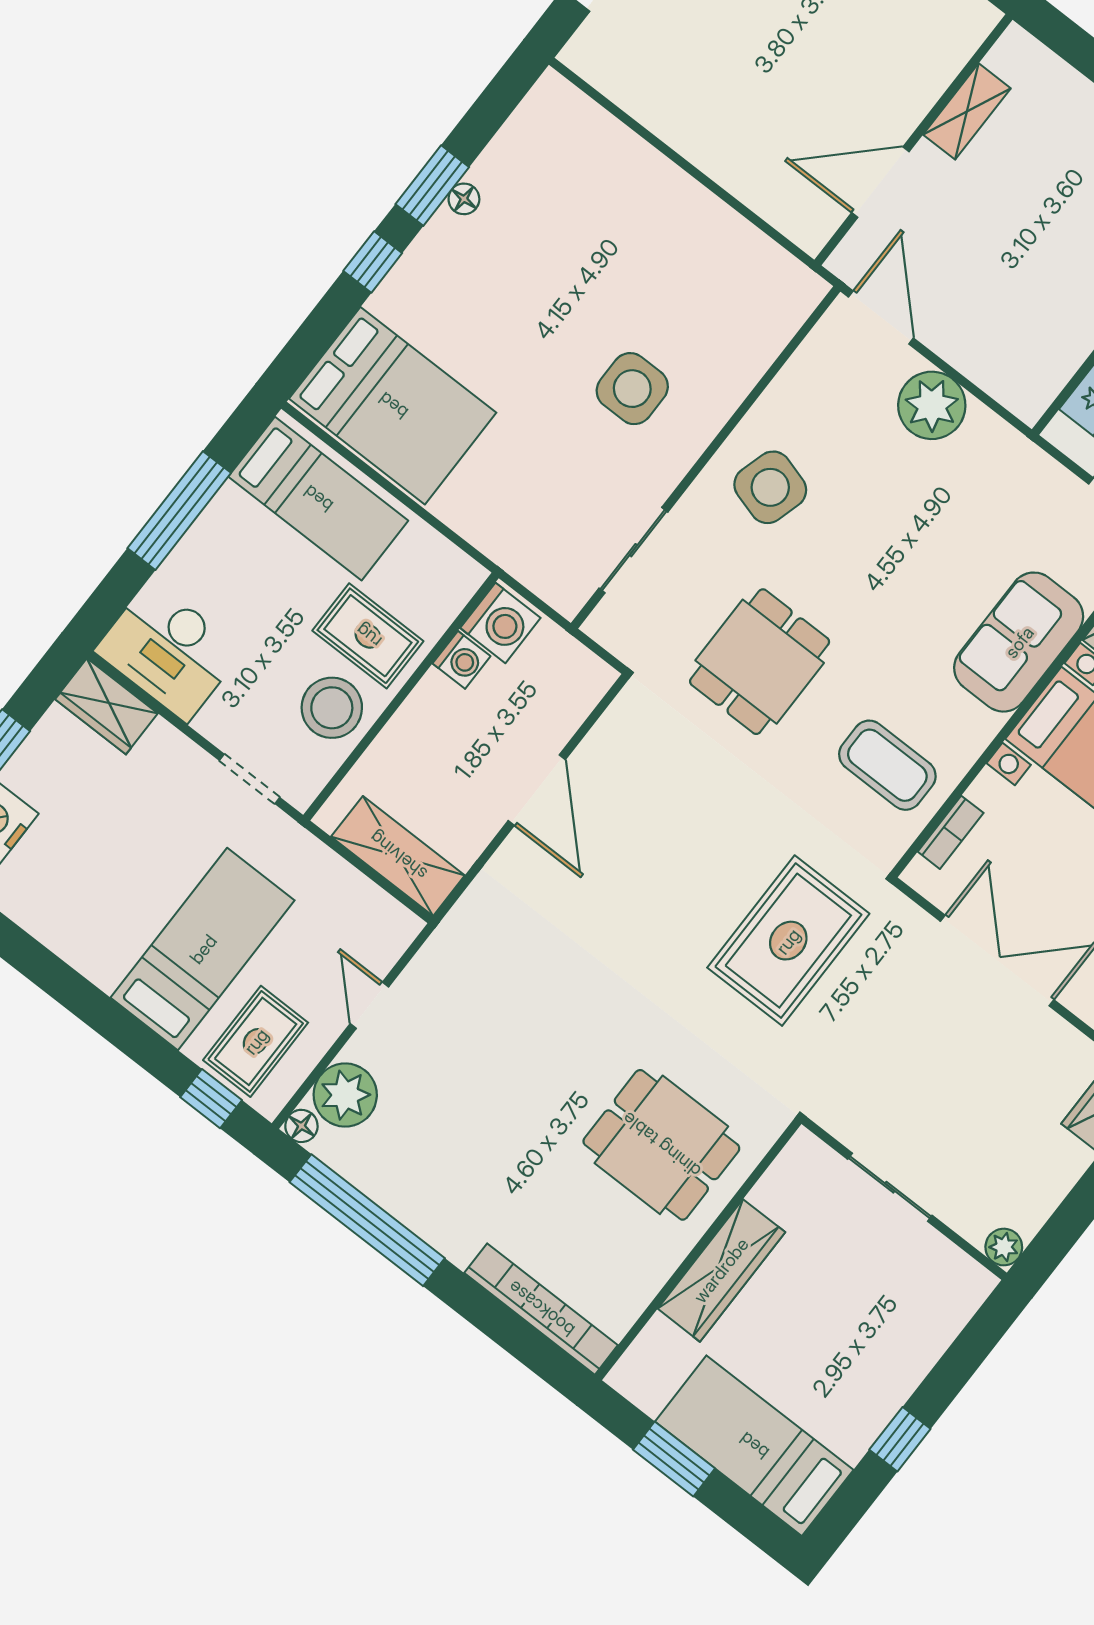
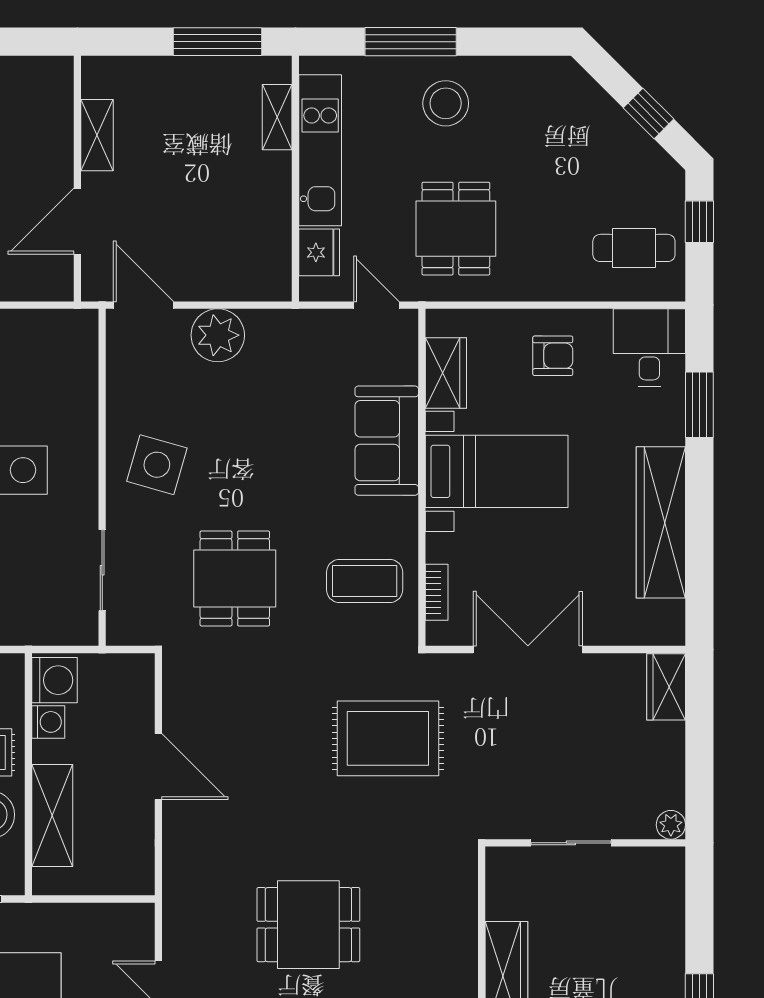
shelving: (398, 856) -> (52, 815), moved, turned 90
rug: (788, 941) -> (388, 738), turned 90
dining table: (661, 1145) -> (308, 925), moved

